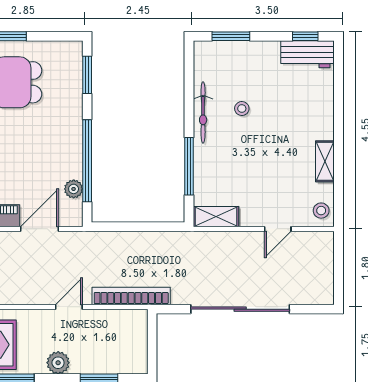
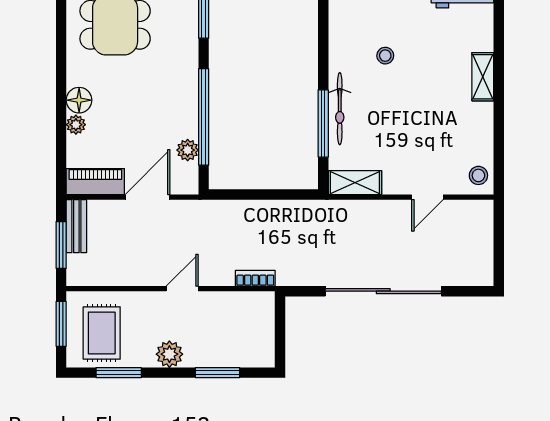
bicycle: (203, 112) -> (340, 109), moved
shelving: (325, 161) -> (483, 77), moved
bookcase: (131, 296) -> (255, 278), width x0.43, depth x0.76

